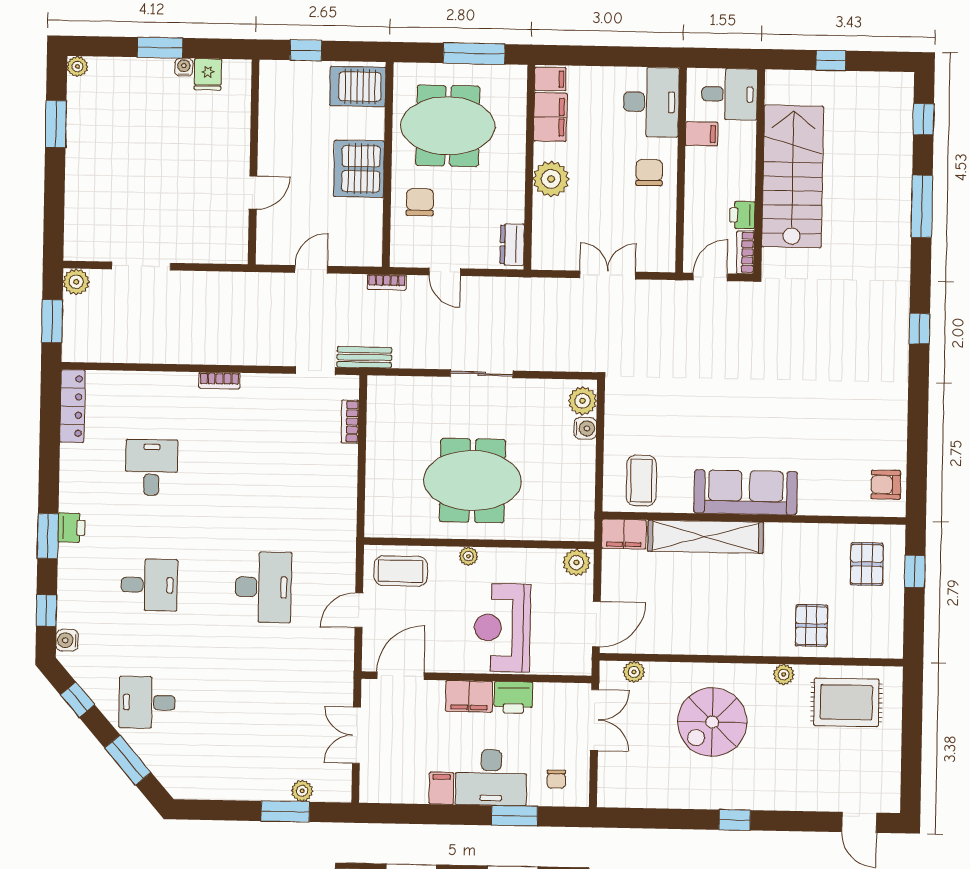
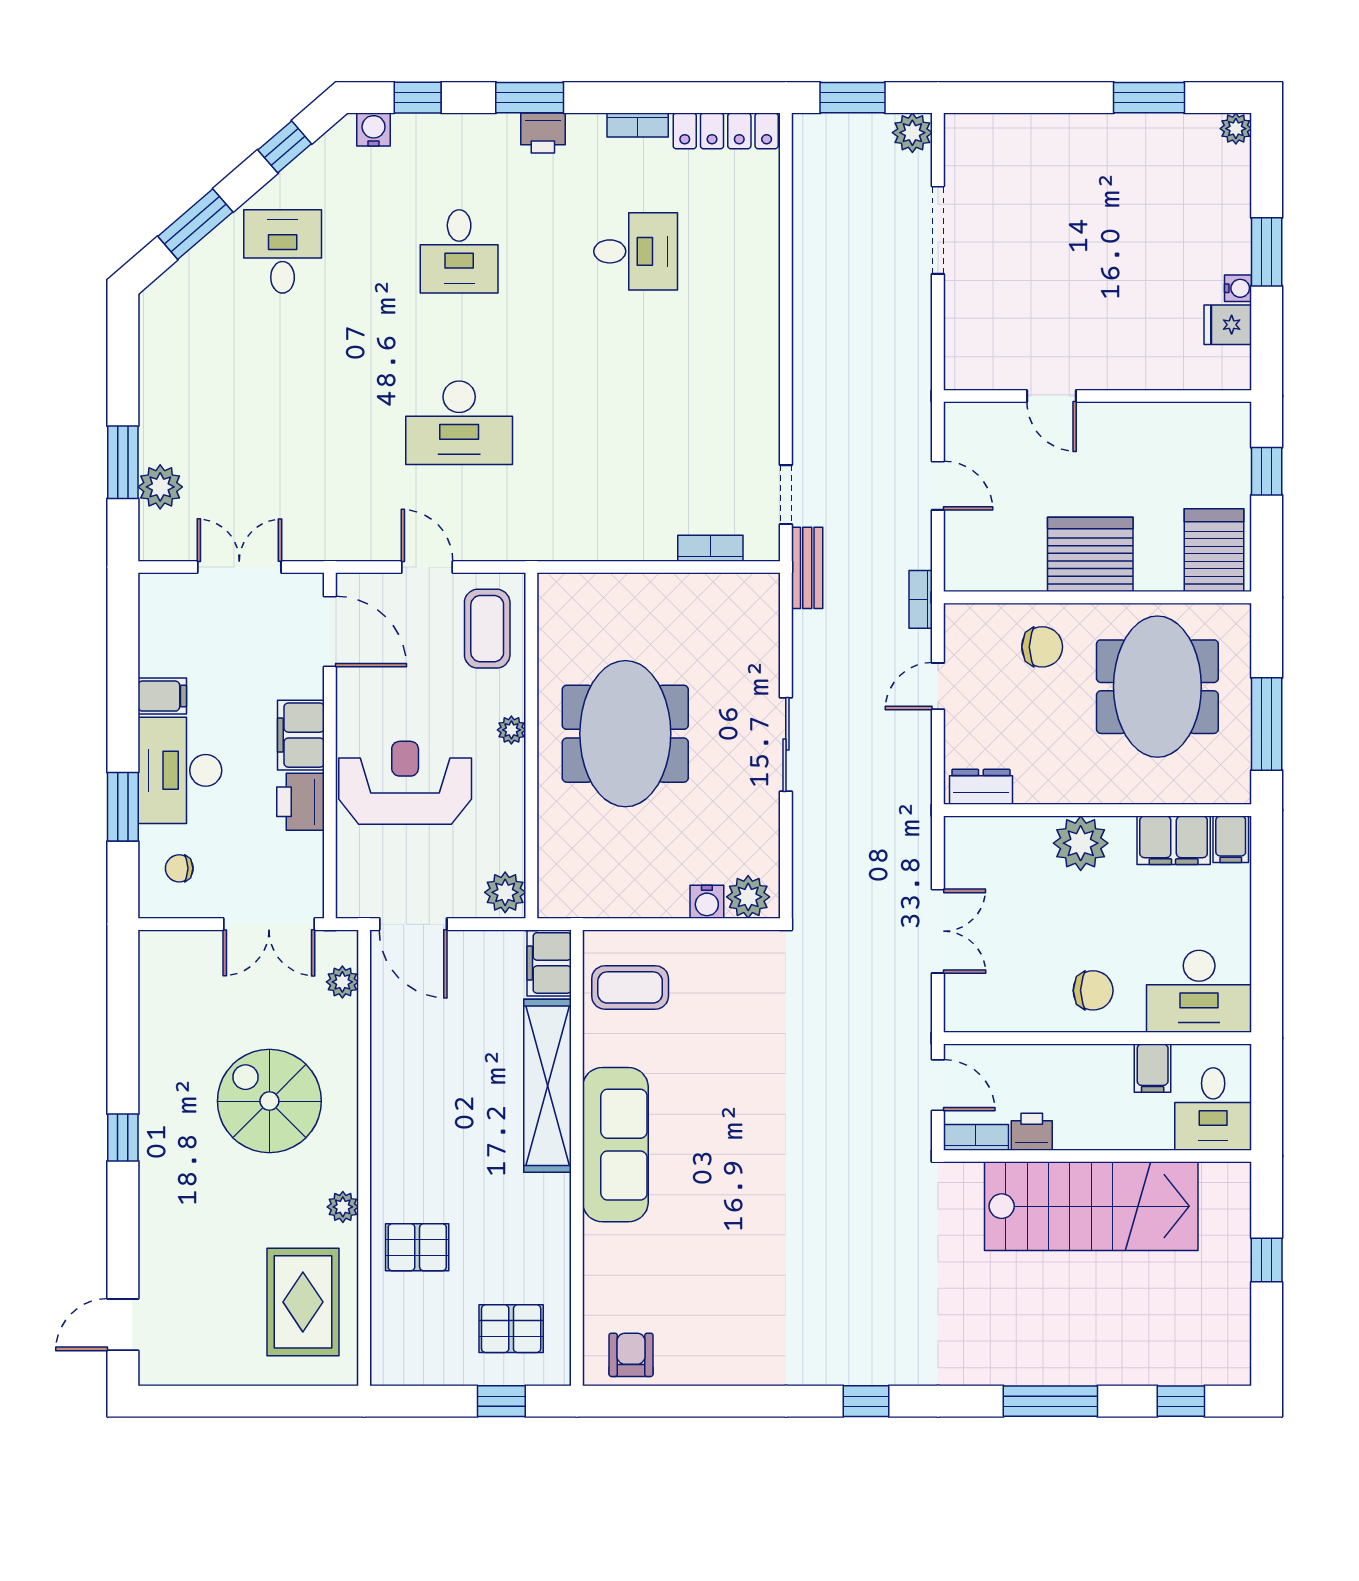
bookcase: (220, 381) -> (638, 125), moved, turned -90
plant: (302, 791) -> (160, 487), width x1.38, depth x1.38

